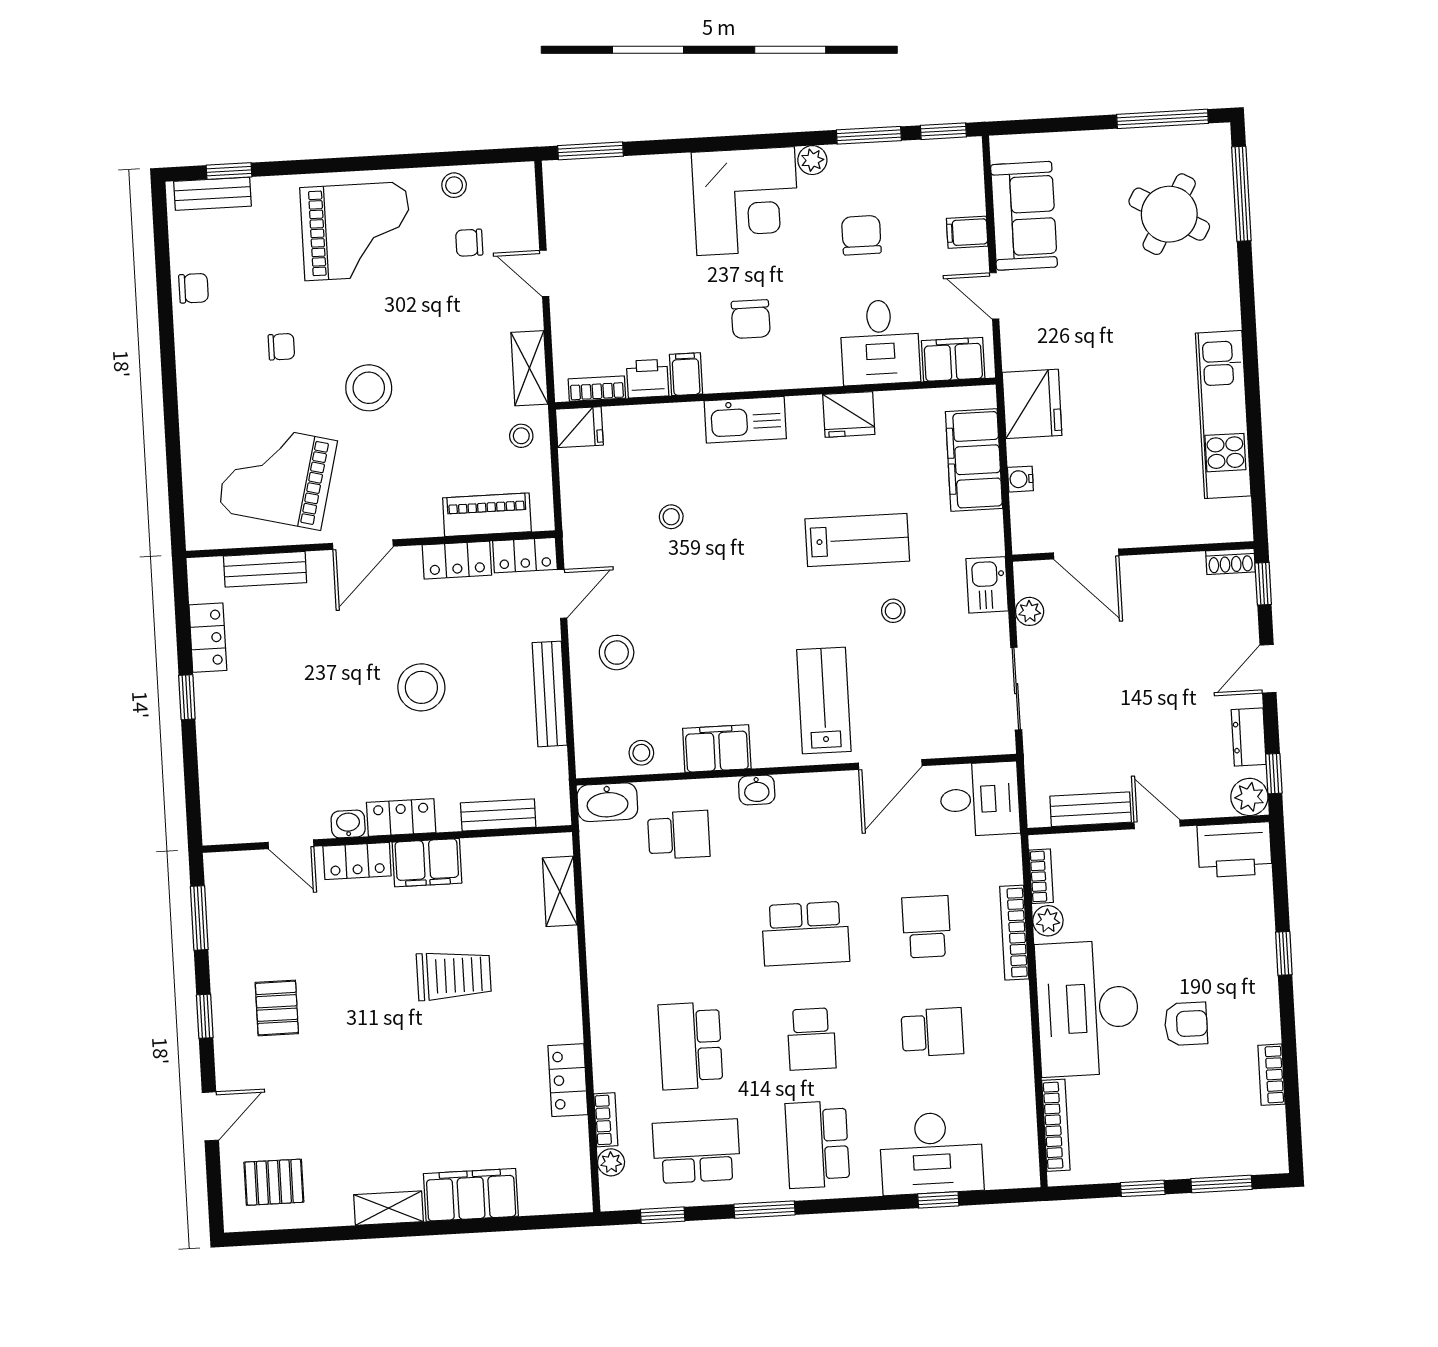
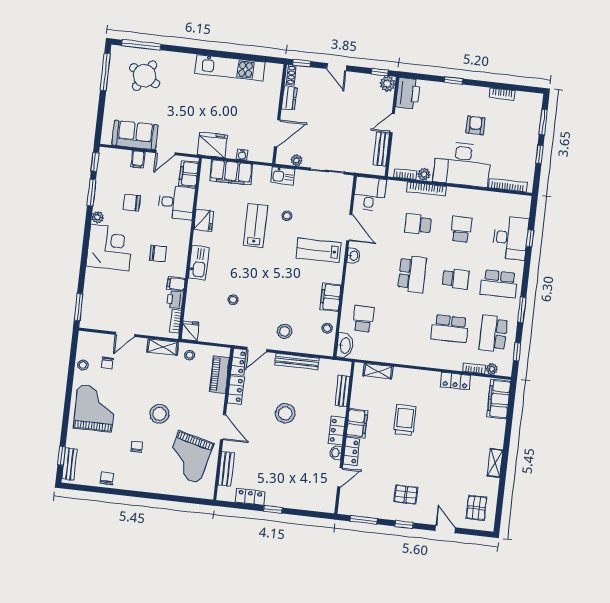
door: (562, 594) -> (257, 349), swing flipped
dresser: (1249, 737) -> (289, 98), moved, turned -90
washbasin: (757, 790) -> (354, 256), moved
filing cabinet: (471, 1195) -> (499, 399), moved

